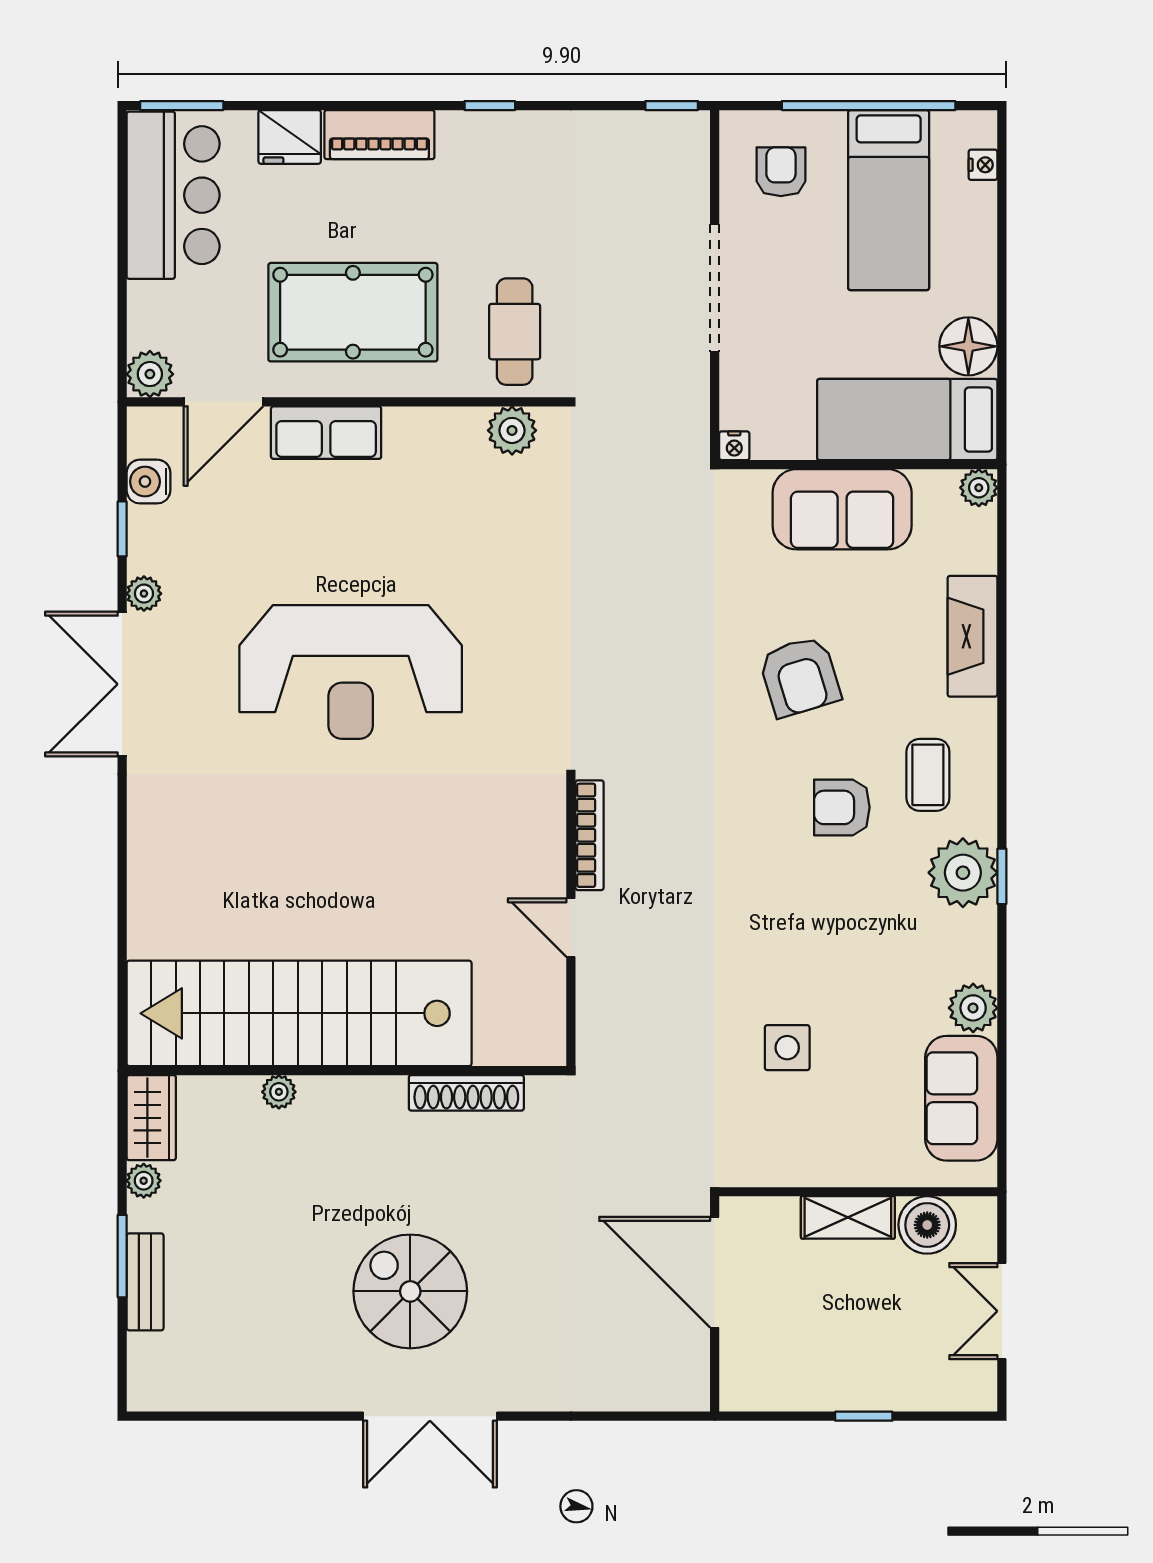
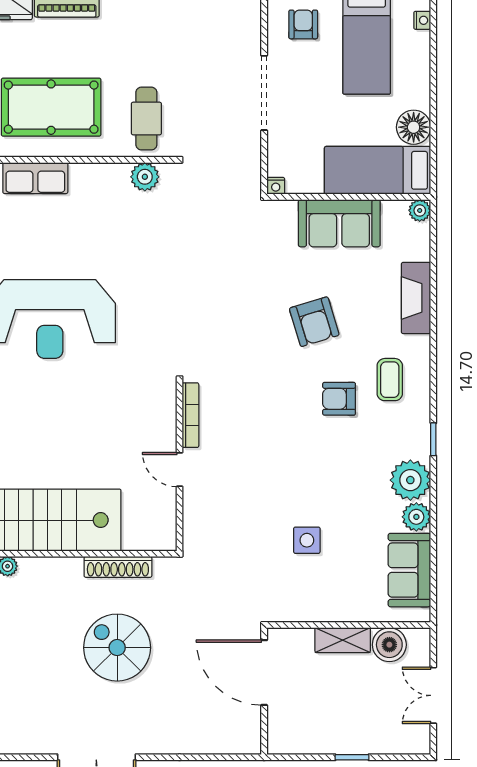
plant: (963, 873) -> (410, 480), moved
spiral stairs: (410, 1291) -> (117, 648), moved

